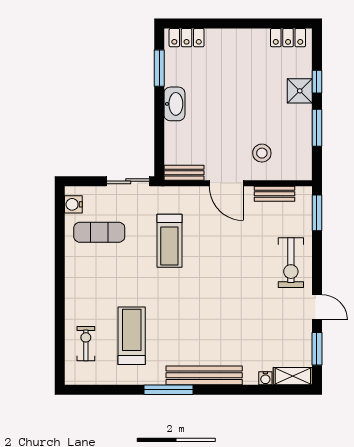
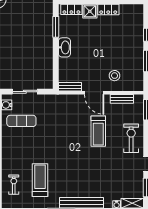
locker: (288, 38) -> (108, 9), moved
shower: (300, 91) -> (90, 11), moved
sliding door: (128, 181) -> (25, 92), moved
treadmill: (169, 241) -> (98, 131), moved
exercise bike: (291, 263) -> (131, 138), turned 180

